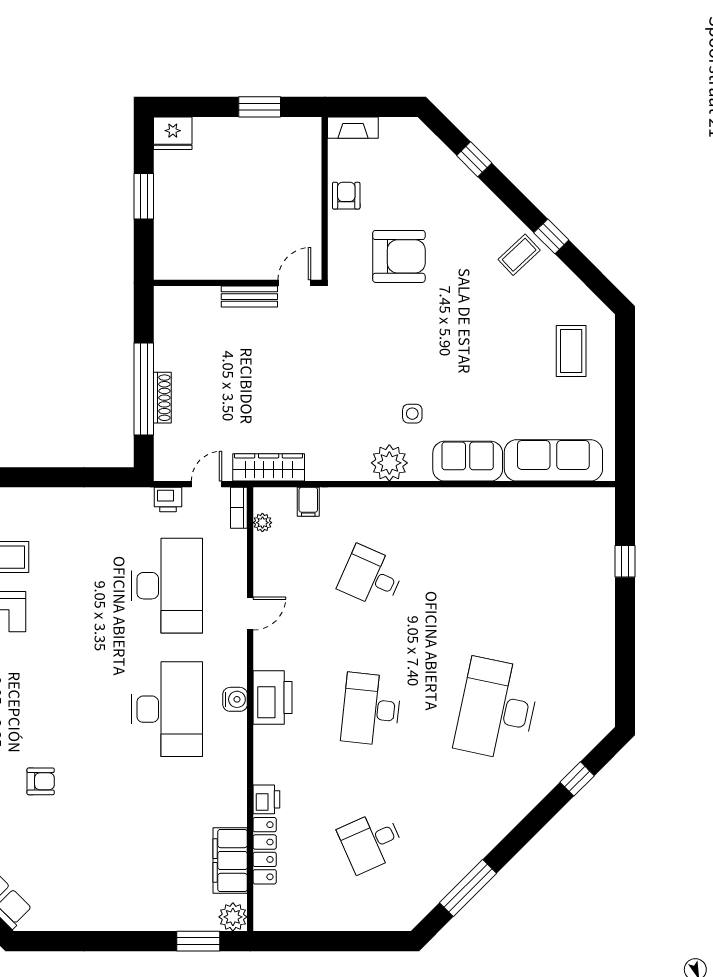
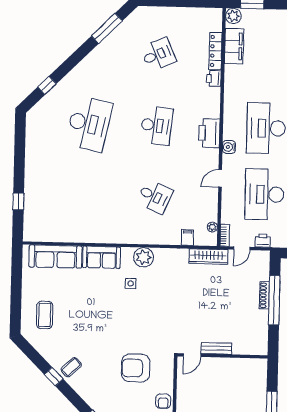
water cooler: (235, 699) -> (229, 147), moved

